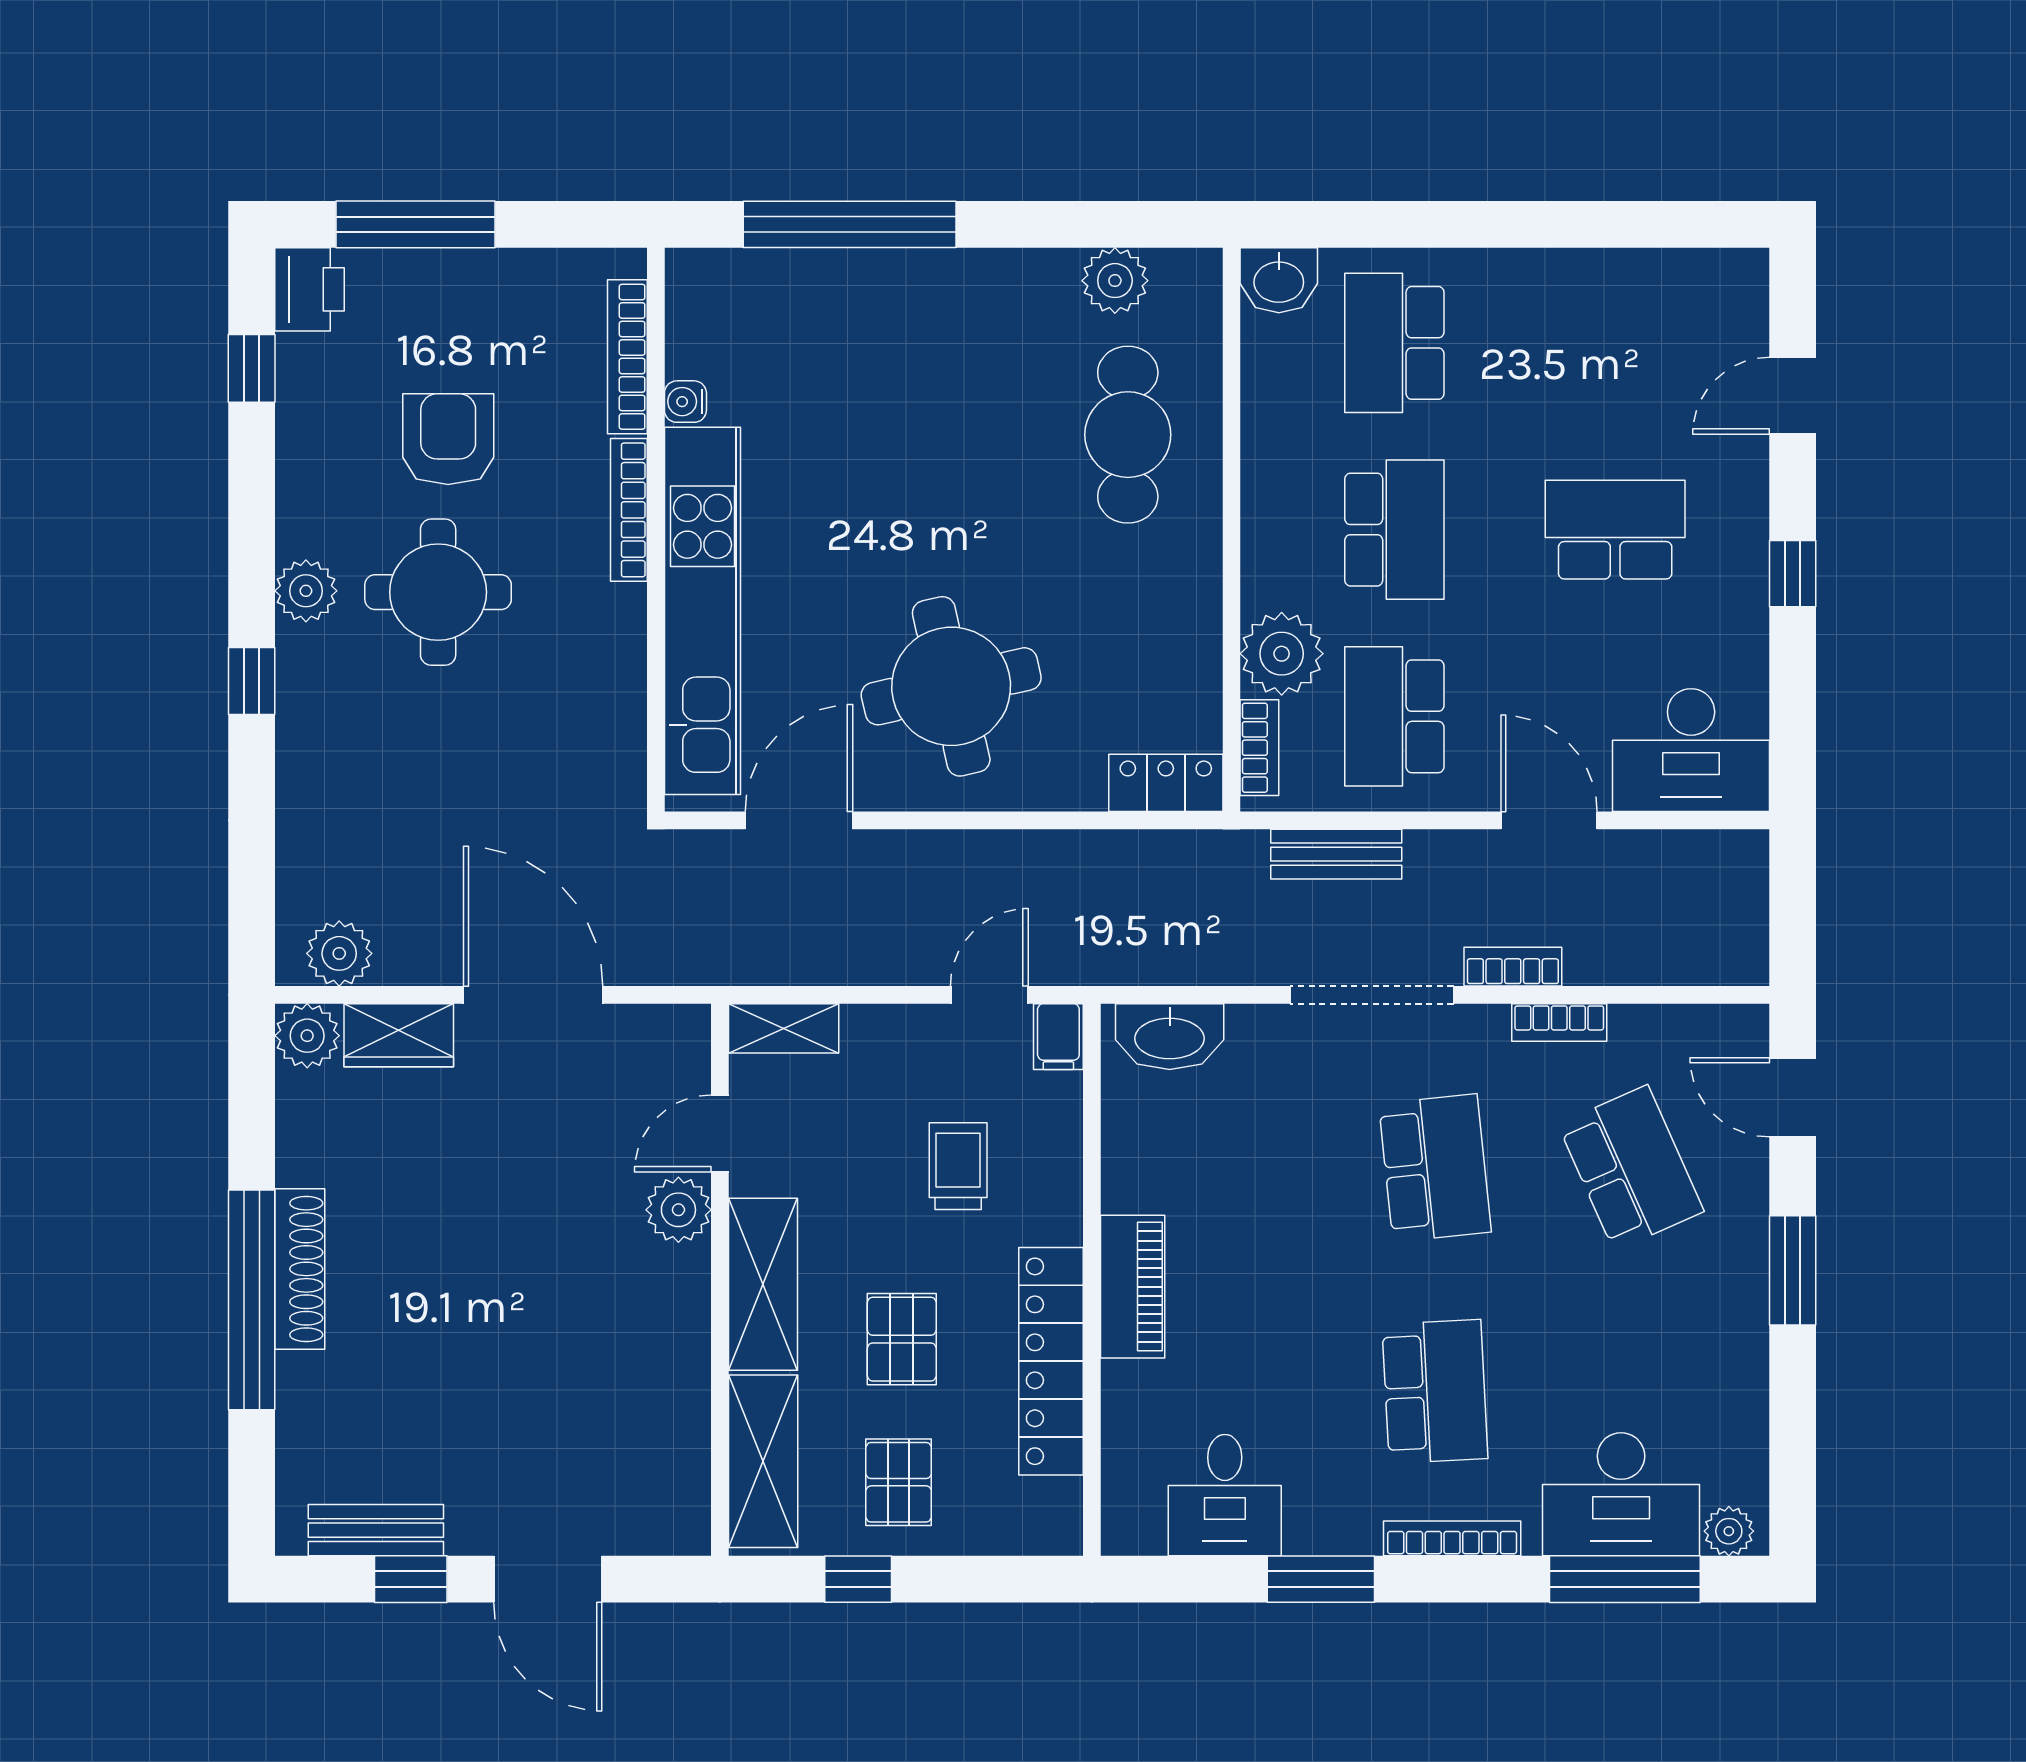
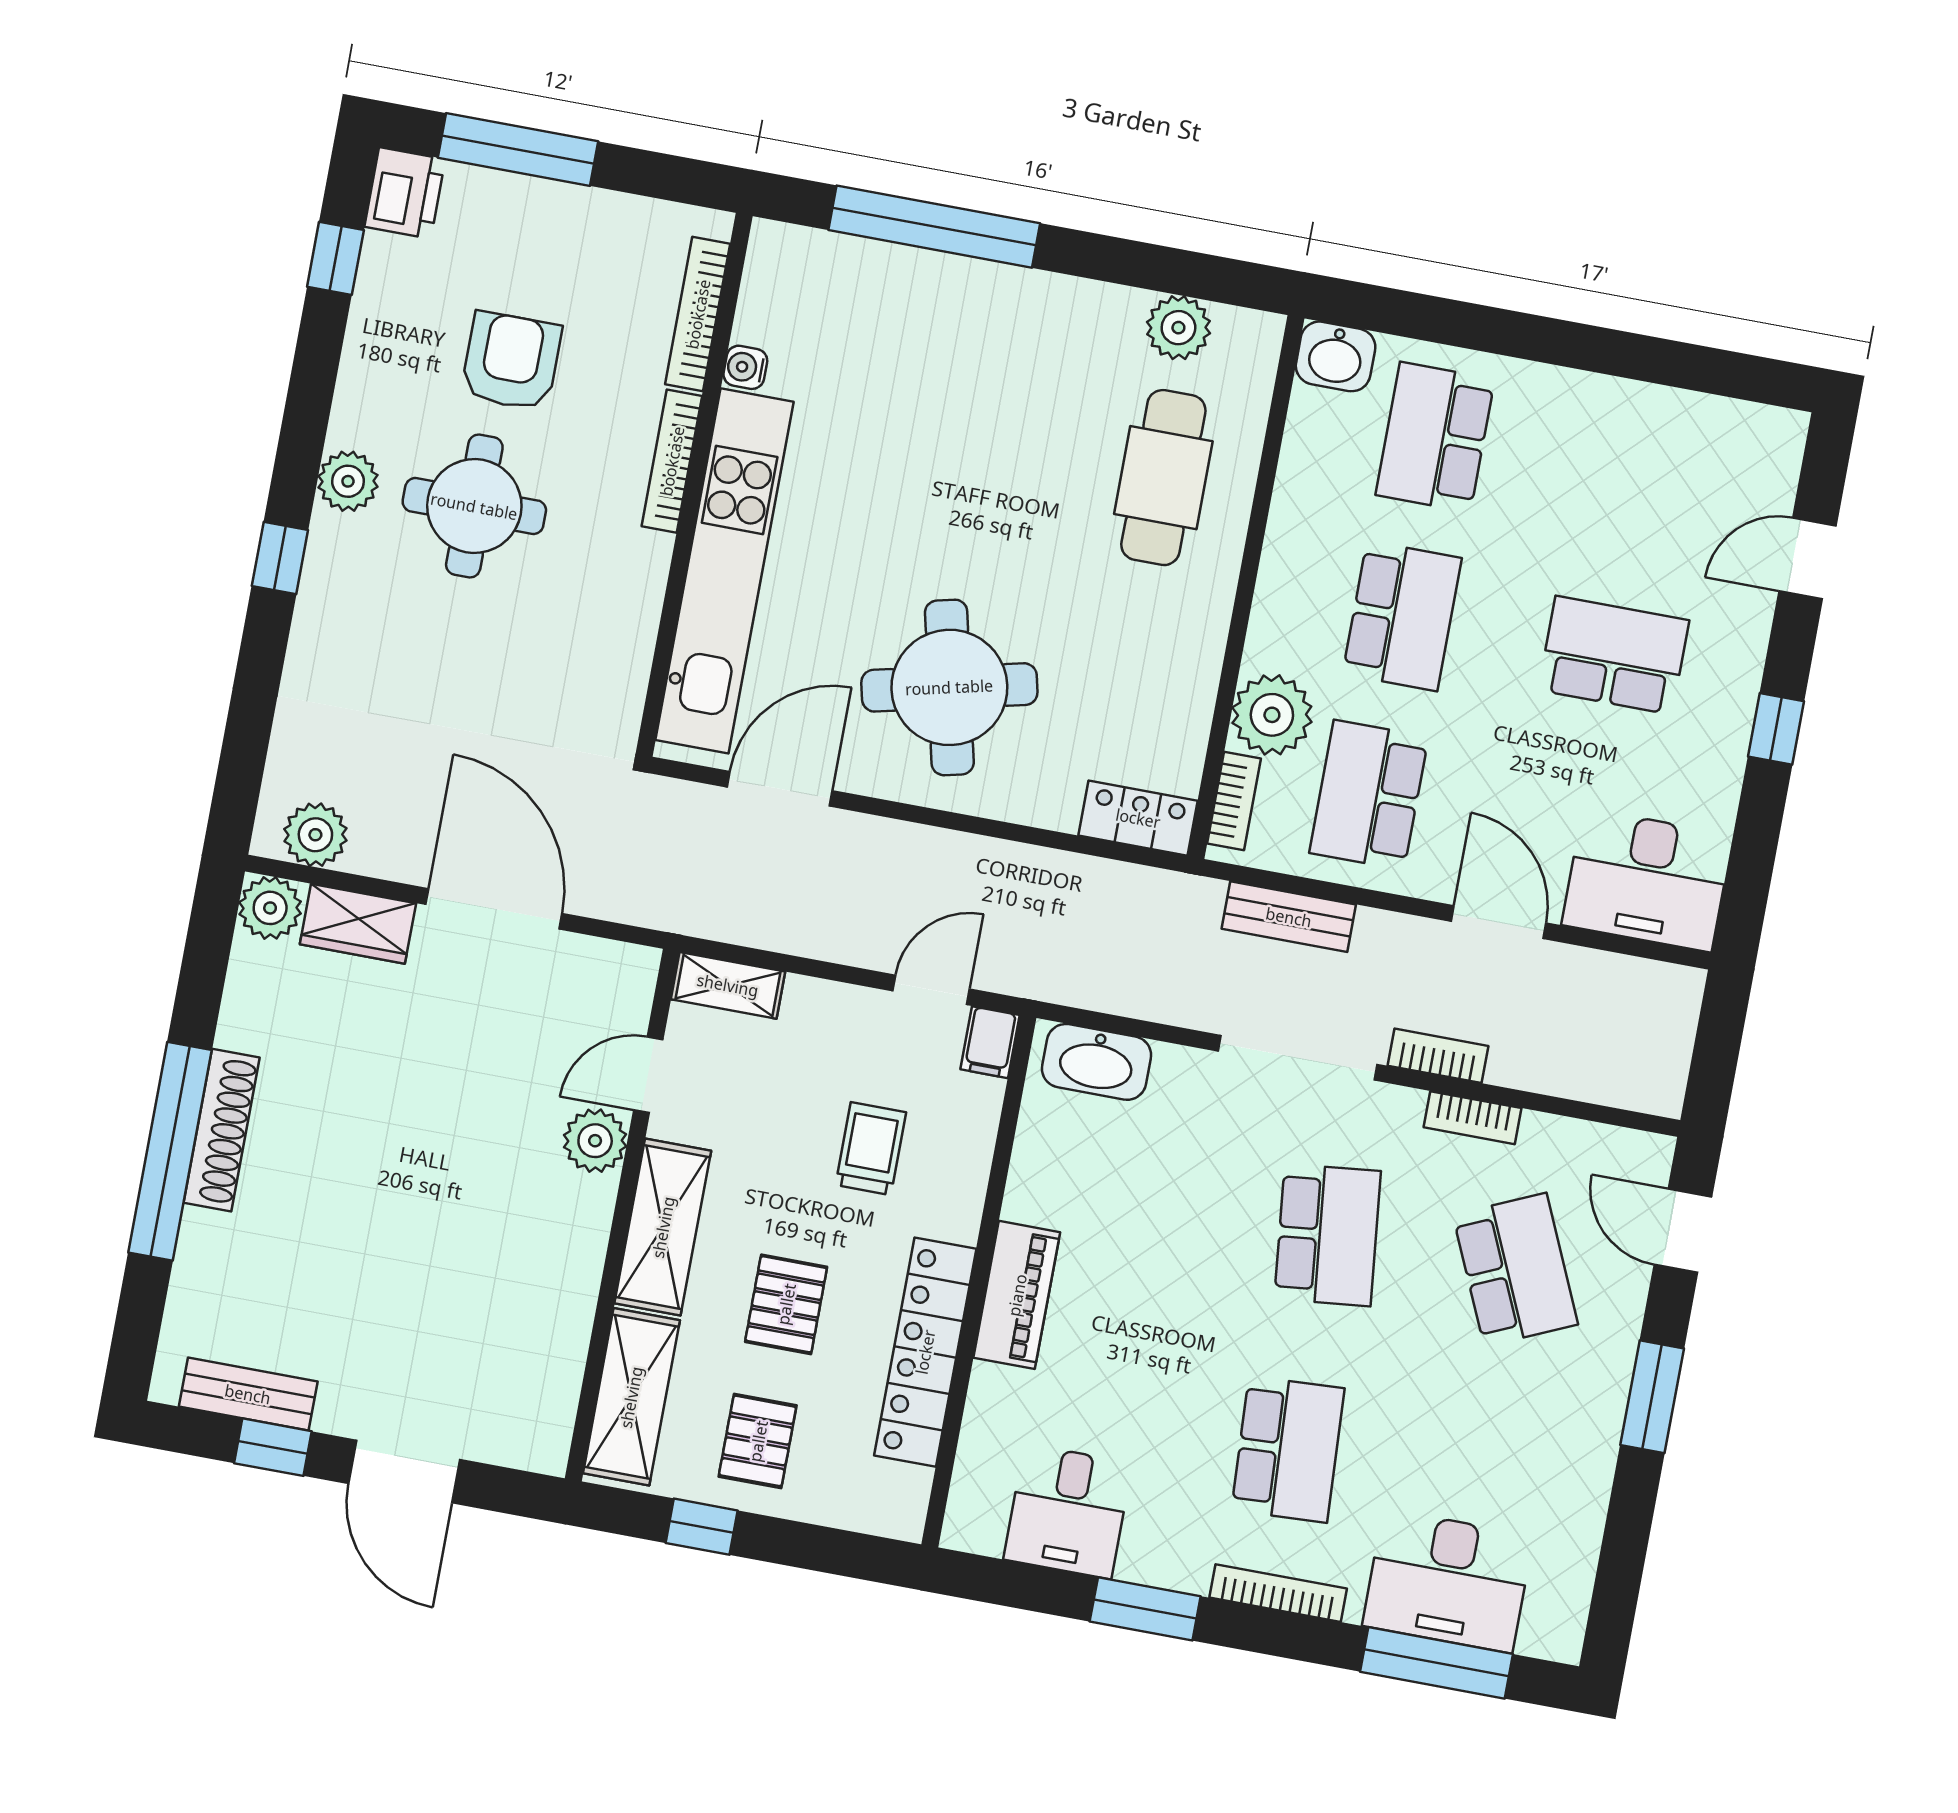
plant: (1729, 1531) -> (1545, 1635), removed

